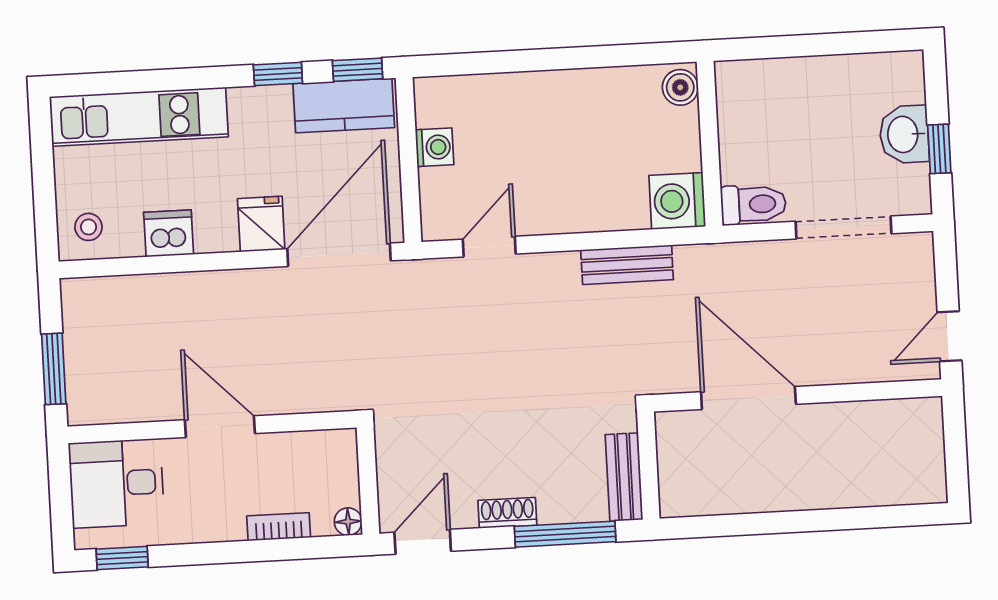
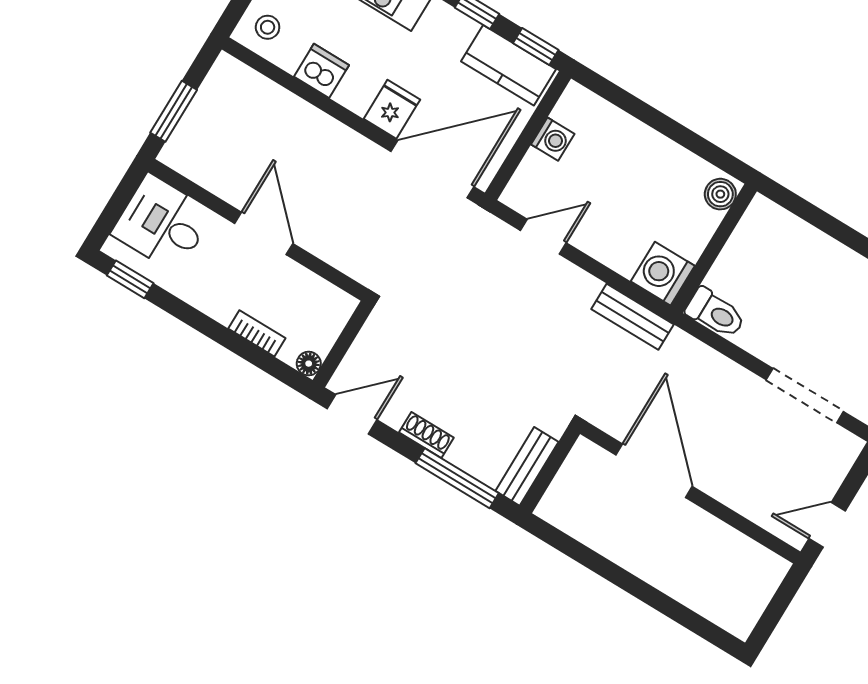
boiler: (680, 87) -> (720, 194), moved
wall: (709, 144) -> (714, 248), moved
washing machine: (677, 201) -> (663, 274), moved
toilet: (753, 204) -> (715, 313), moved

